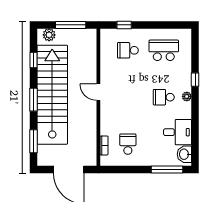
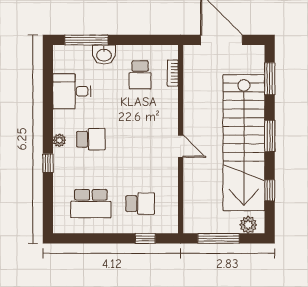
washbasin: (184, 154) -> (104, 55), moved, turned 90

